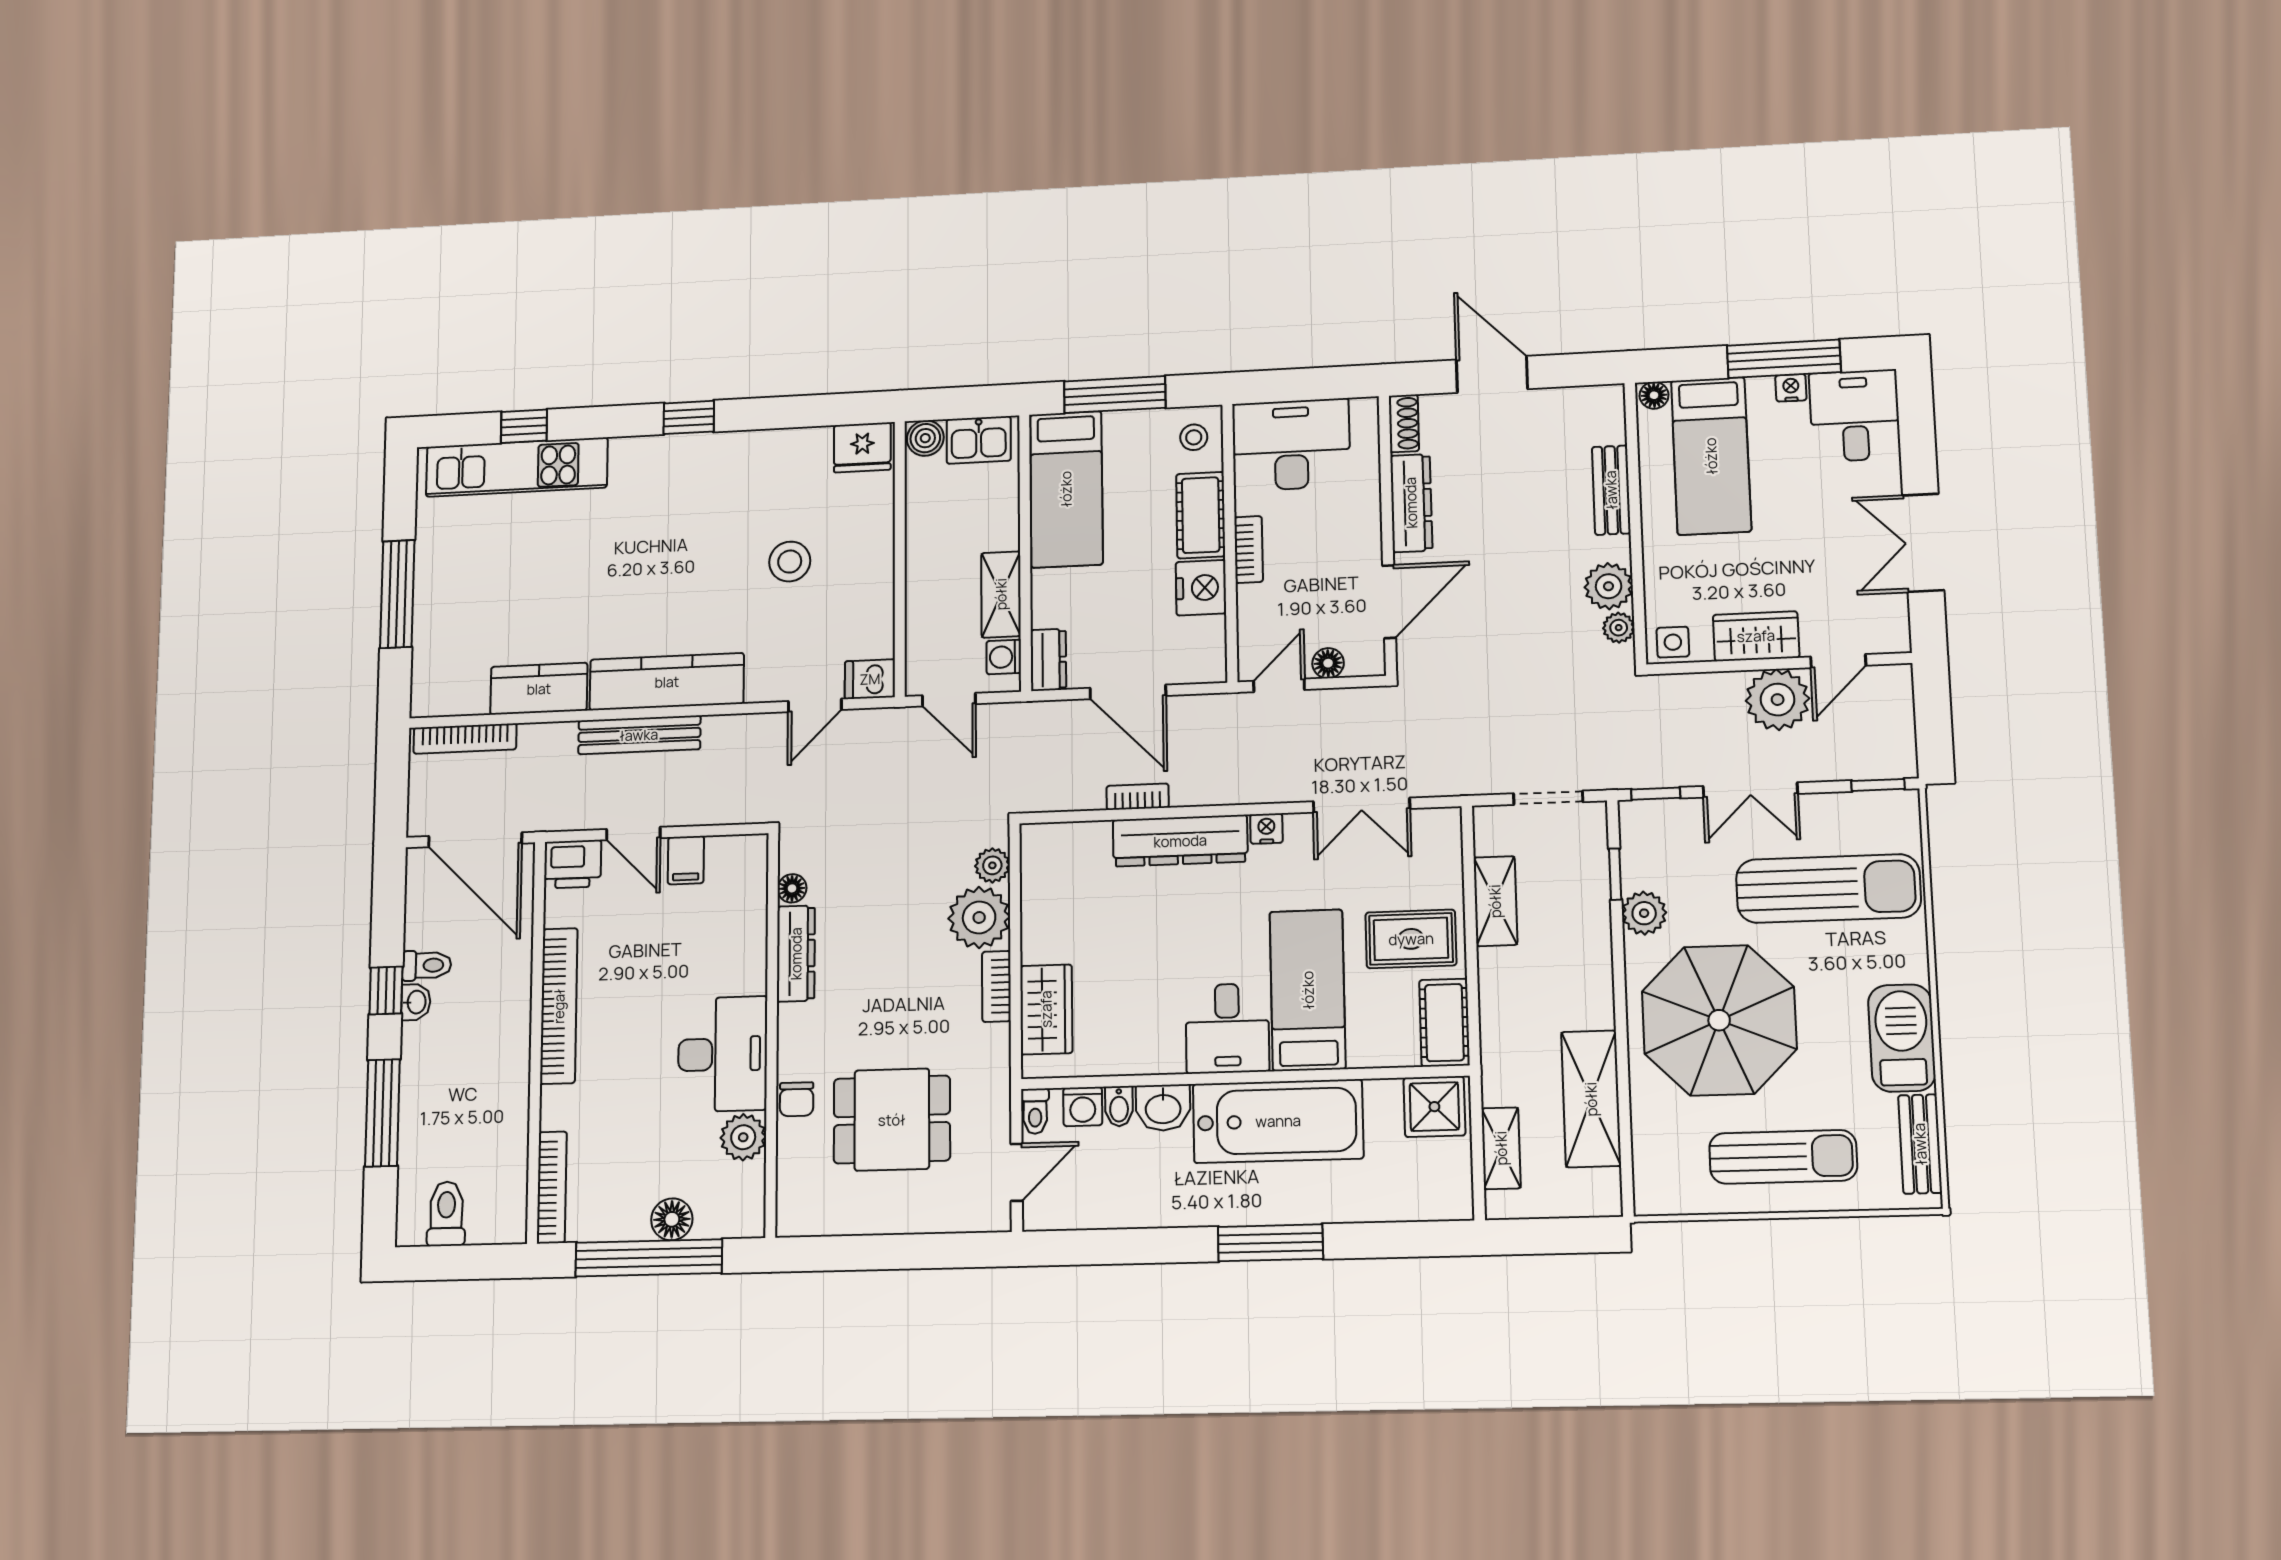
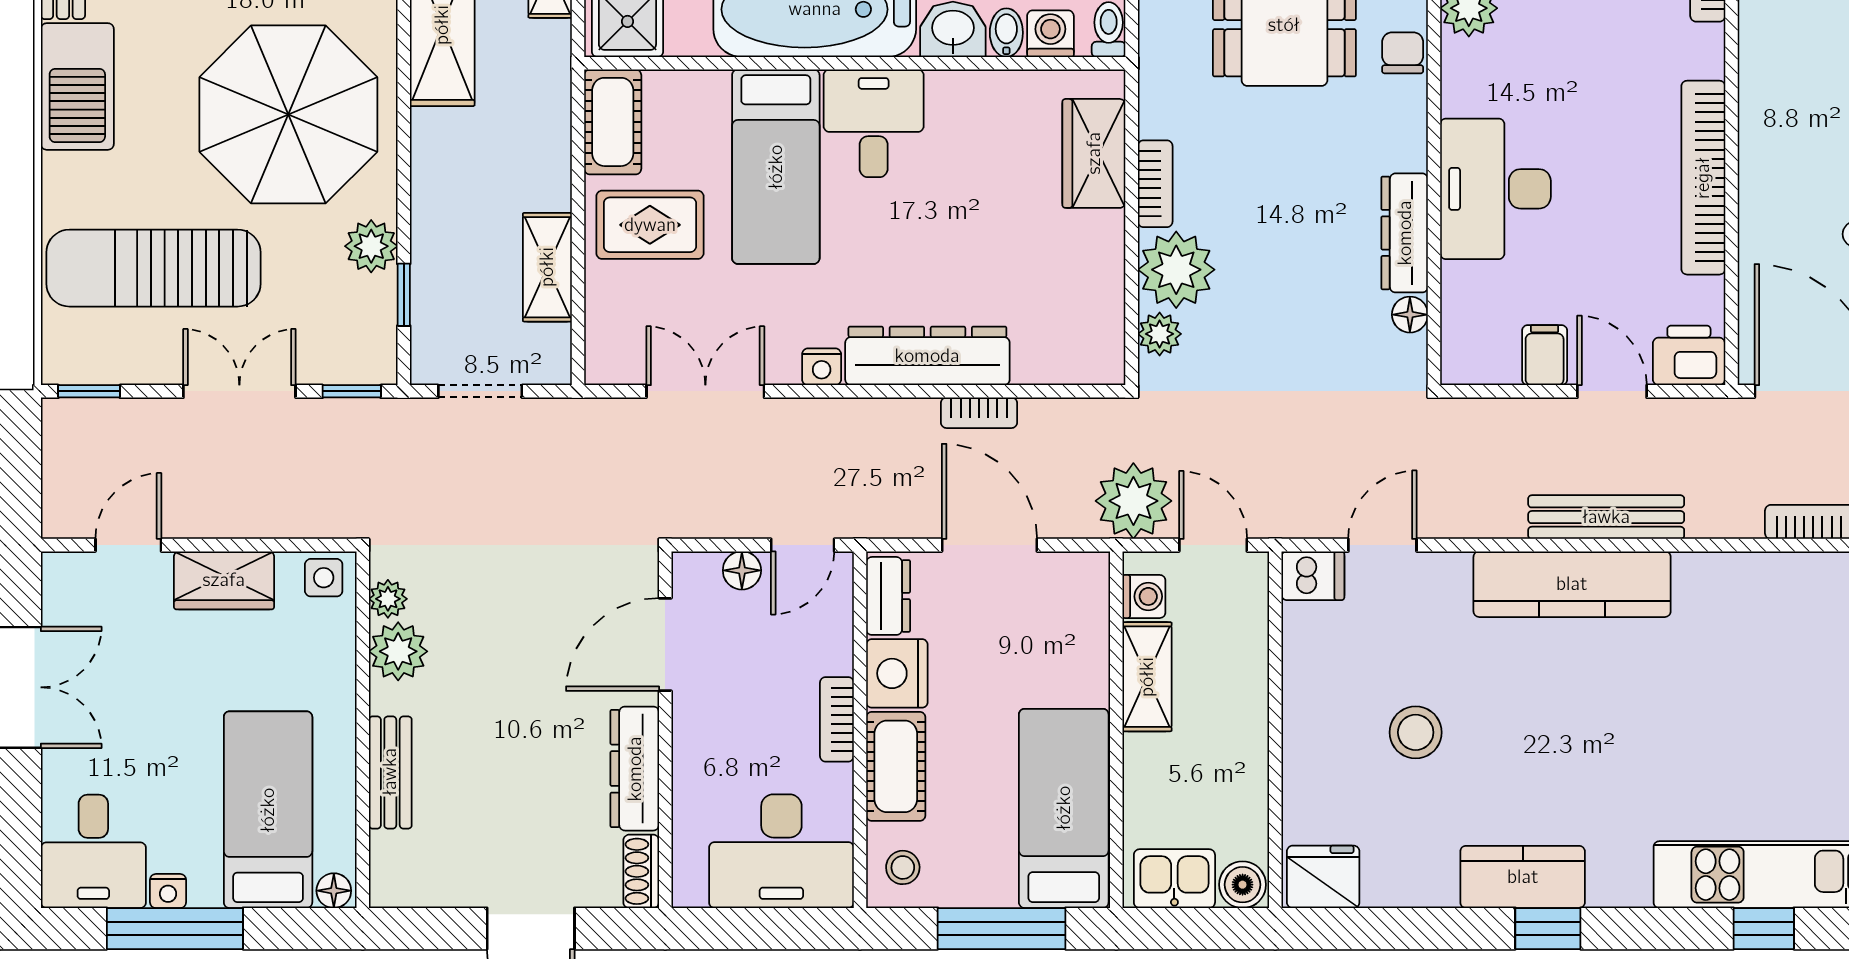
dresser: (1048, 660) -> (888, 596), moved, turned 180
kitchen counter: (539, 689) -> (1523, 877), moved, turned 180
plant: (1778, 700) -> (1133, 501), moved
desk: (723, 1054) -> (1496, 189), moved

